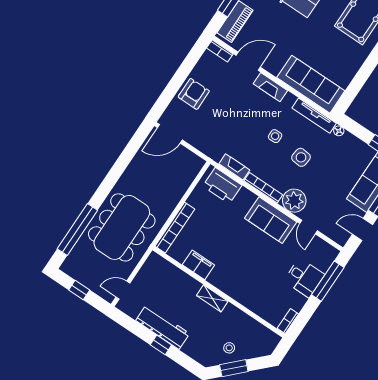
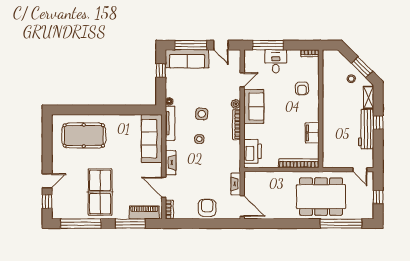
armchair: (194, 94) -> (207, 208), turned 90
fireplace: (234, 167) -> (236, 184), moved
plant: (294, 201) -> (236, 104), width x0.53, depth x0.53
armchair: (255, 287) -> (302, 88), added
shelving: (212, 298) -> (369, 97), moved

